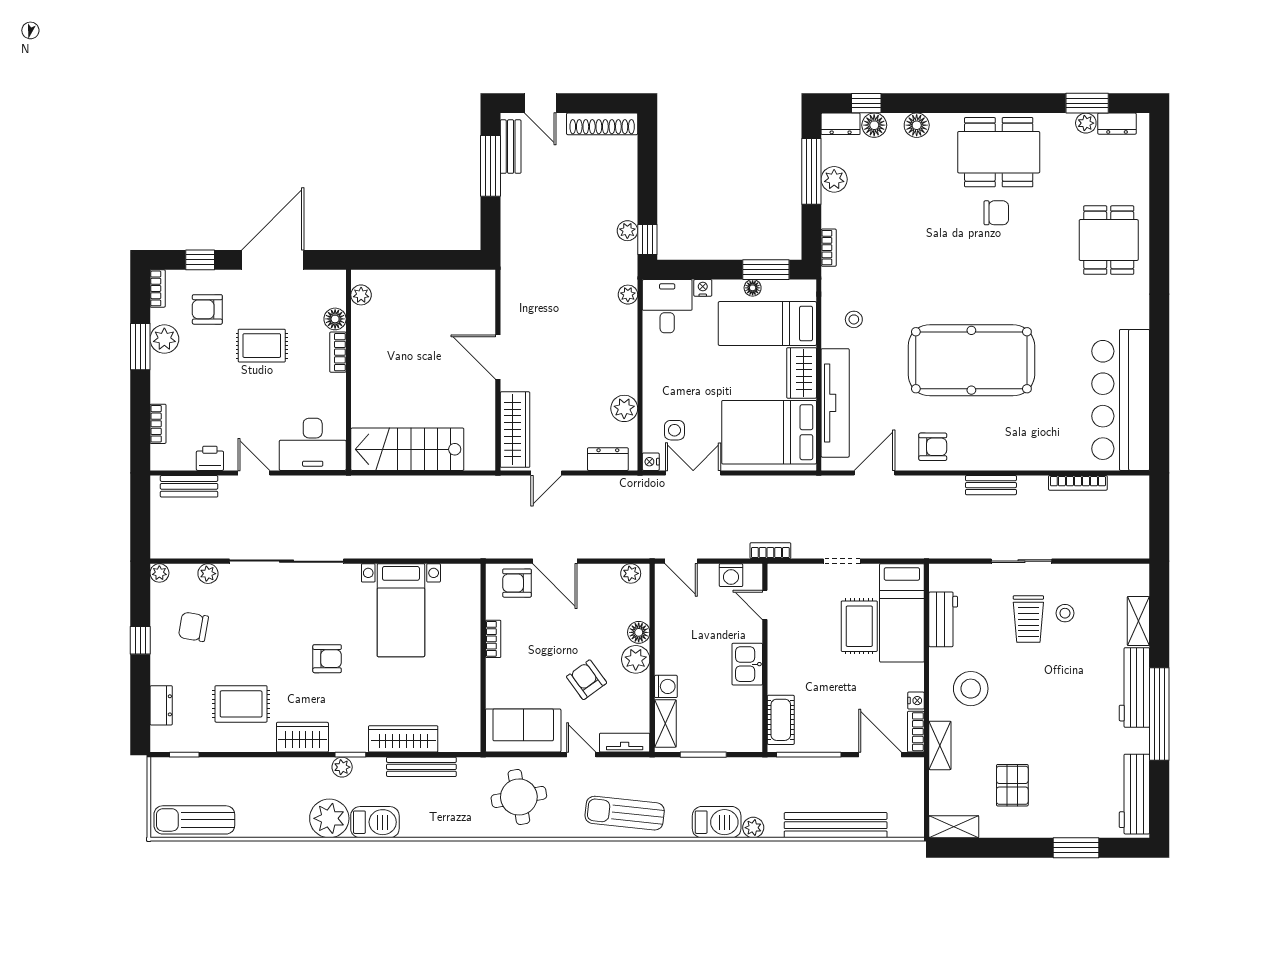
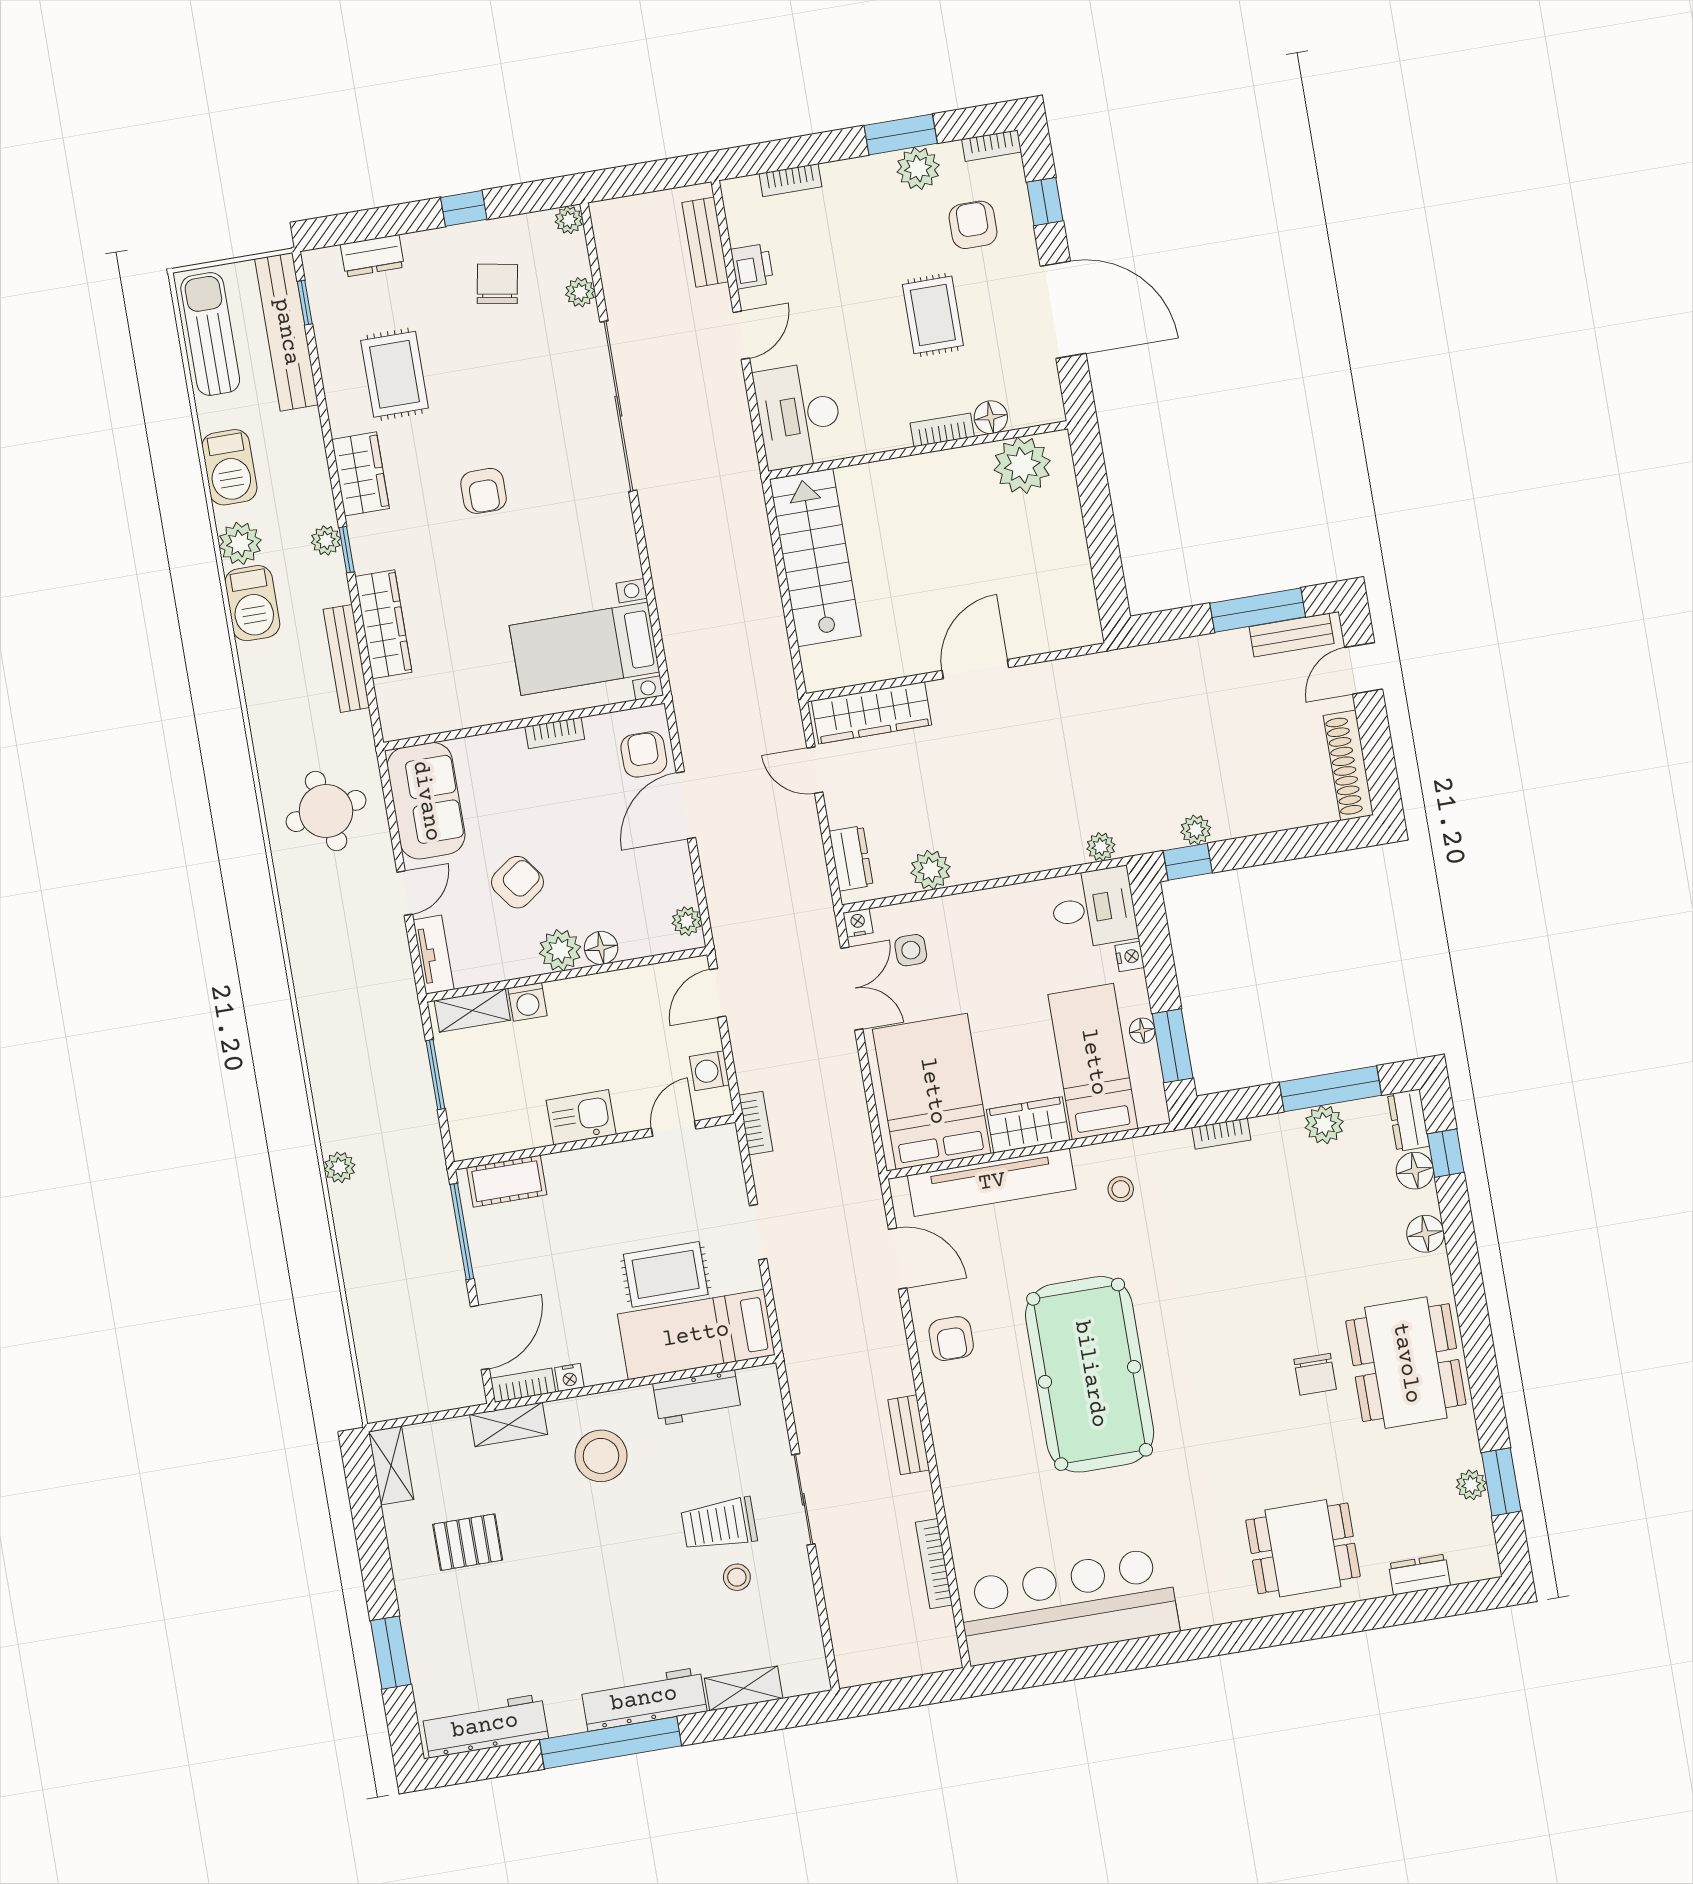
dresser: (1117, 124) -> (1419, 1575), moved, turned 90
plant: (361, 295) -> (1022, 465), width x1.88, depth x1.88
bed with nightstands: (401, 610) -> (584, 649), moved
sun lounger: (625, 813) -> (329, 972), removed
plant: (329, 818) -> (240, 543), width x0.73, depth x0.73
barbecue: (717, 822) -> (229, 467), moved
bench: (836, 825) -> (286, 332), moved

